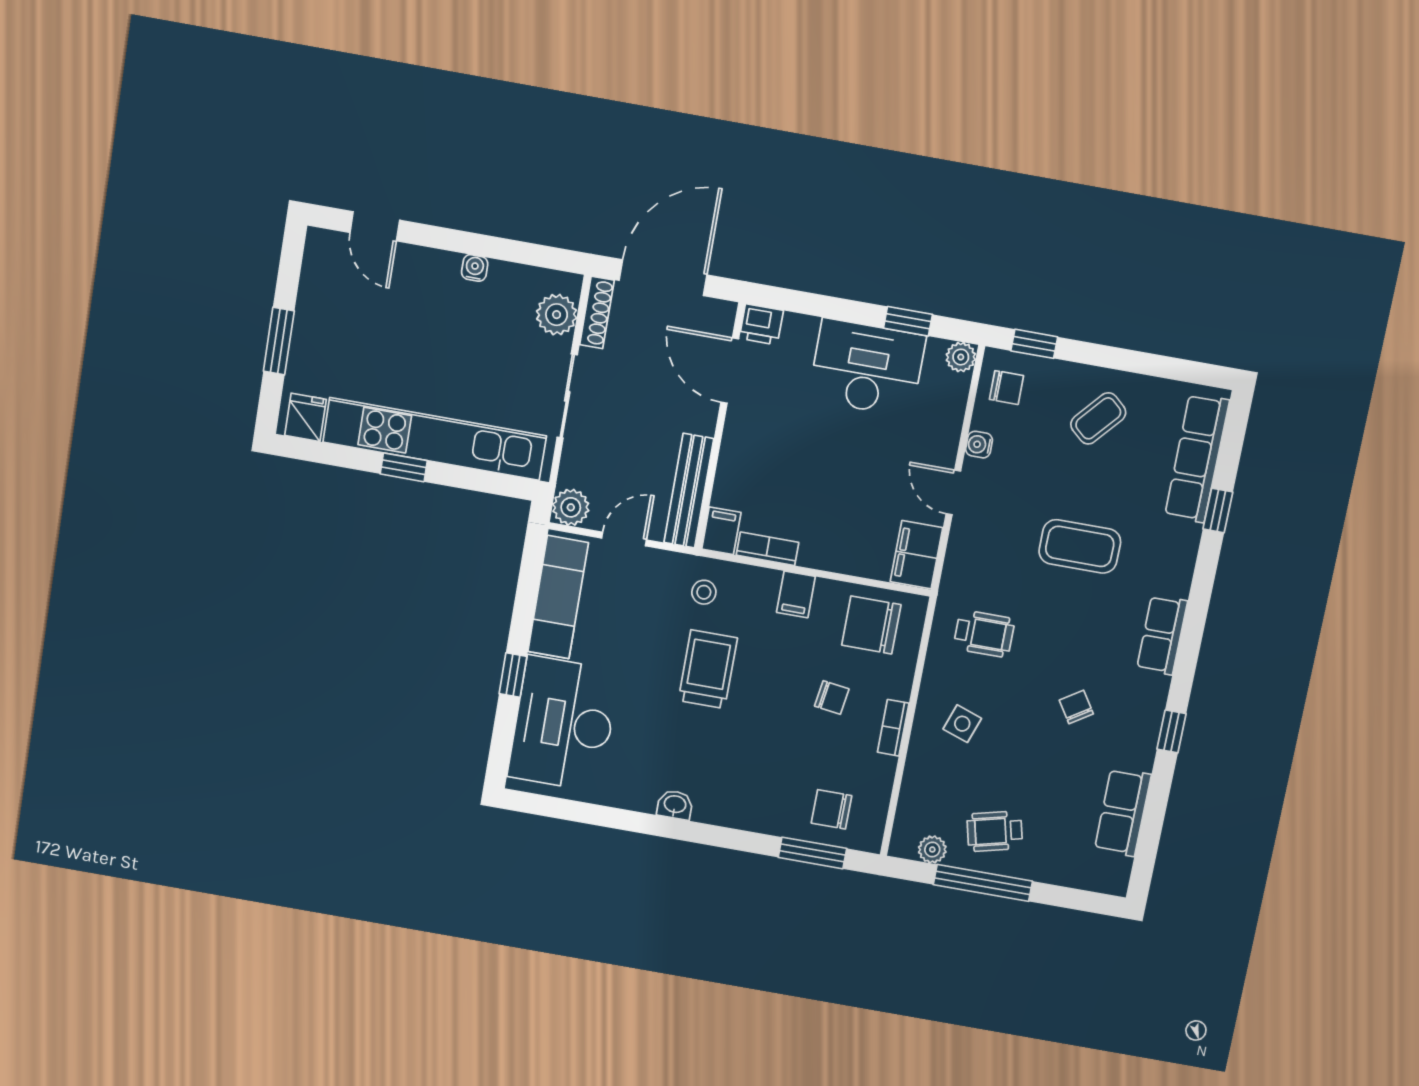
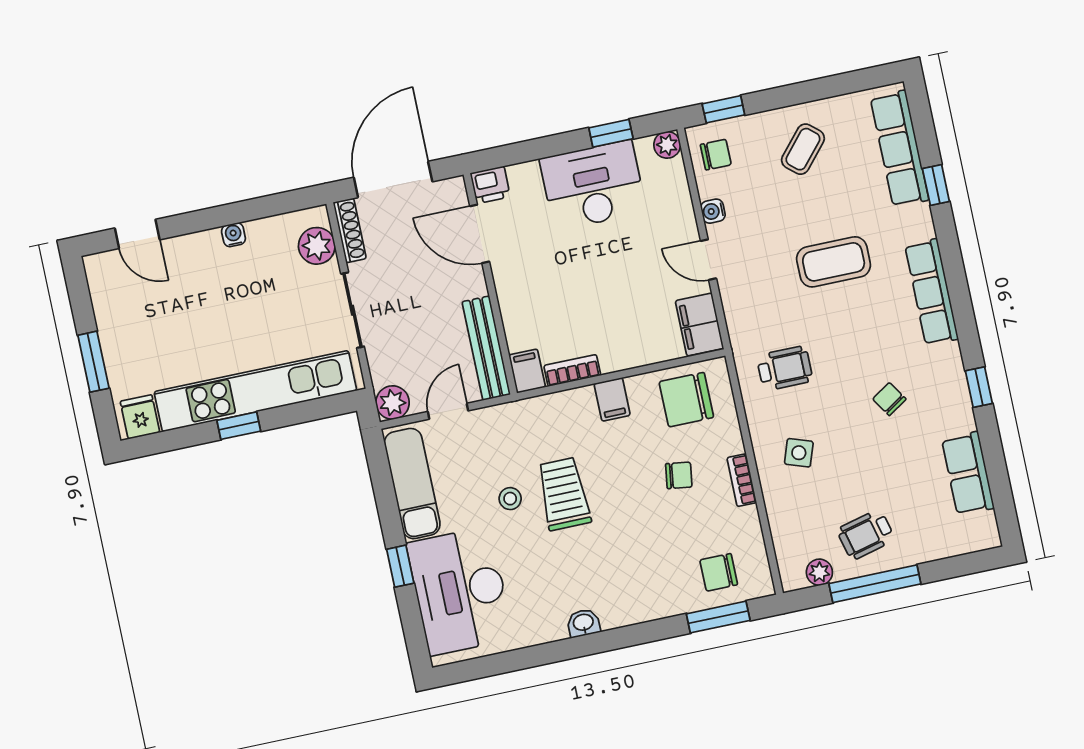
stool: (704, 592) -> (510, 499), moved
row of seats: (1162, 635) -> (932, 292), width x1.48

